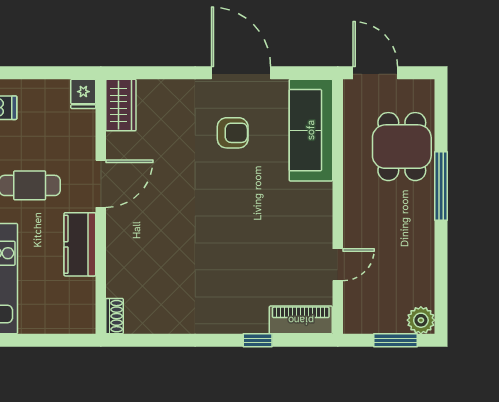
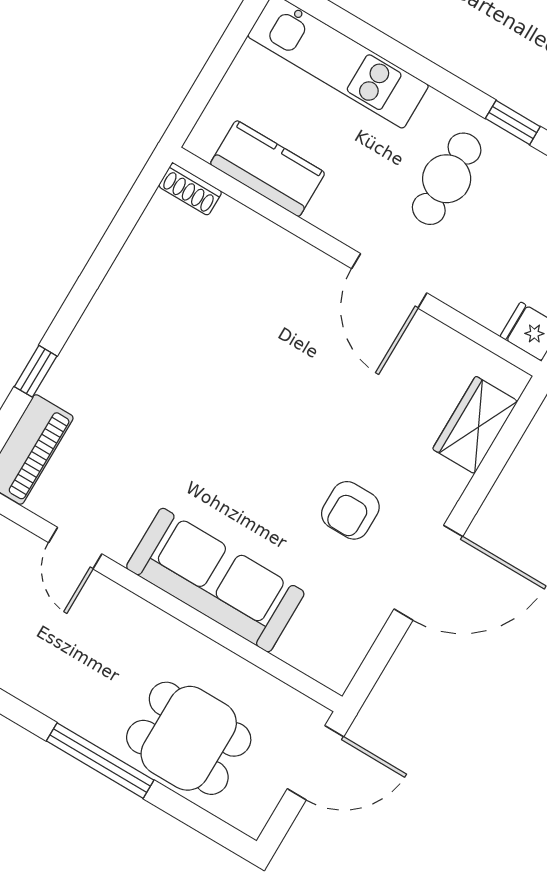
wardrobe: (121, 105) -> (475, 425), moved, turned 90
sofa: (311, 130) -> (215, 580), moved
kitchen counter: (80, 244) -> (268, 169), moved

